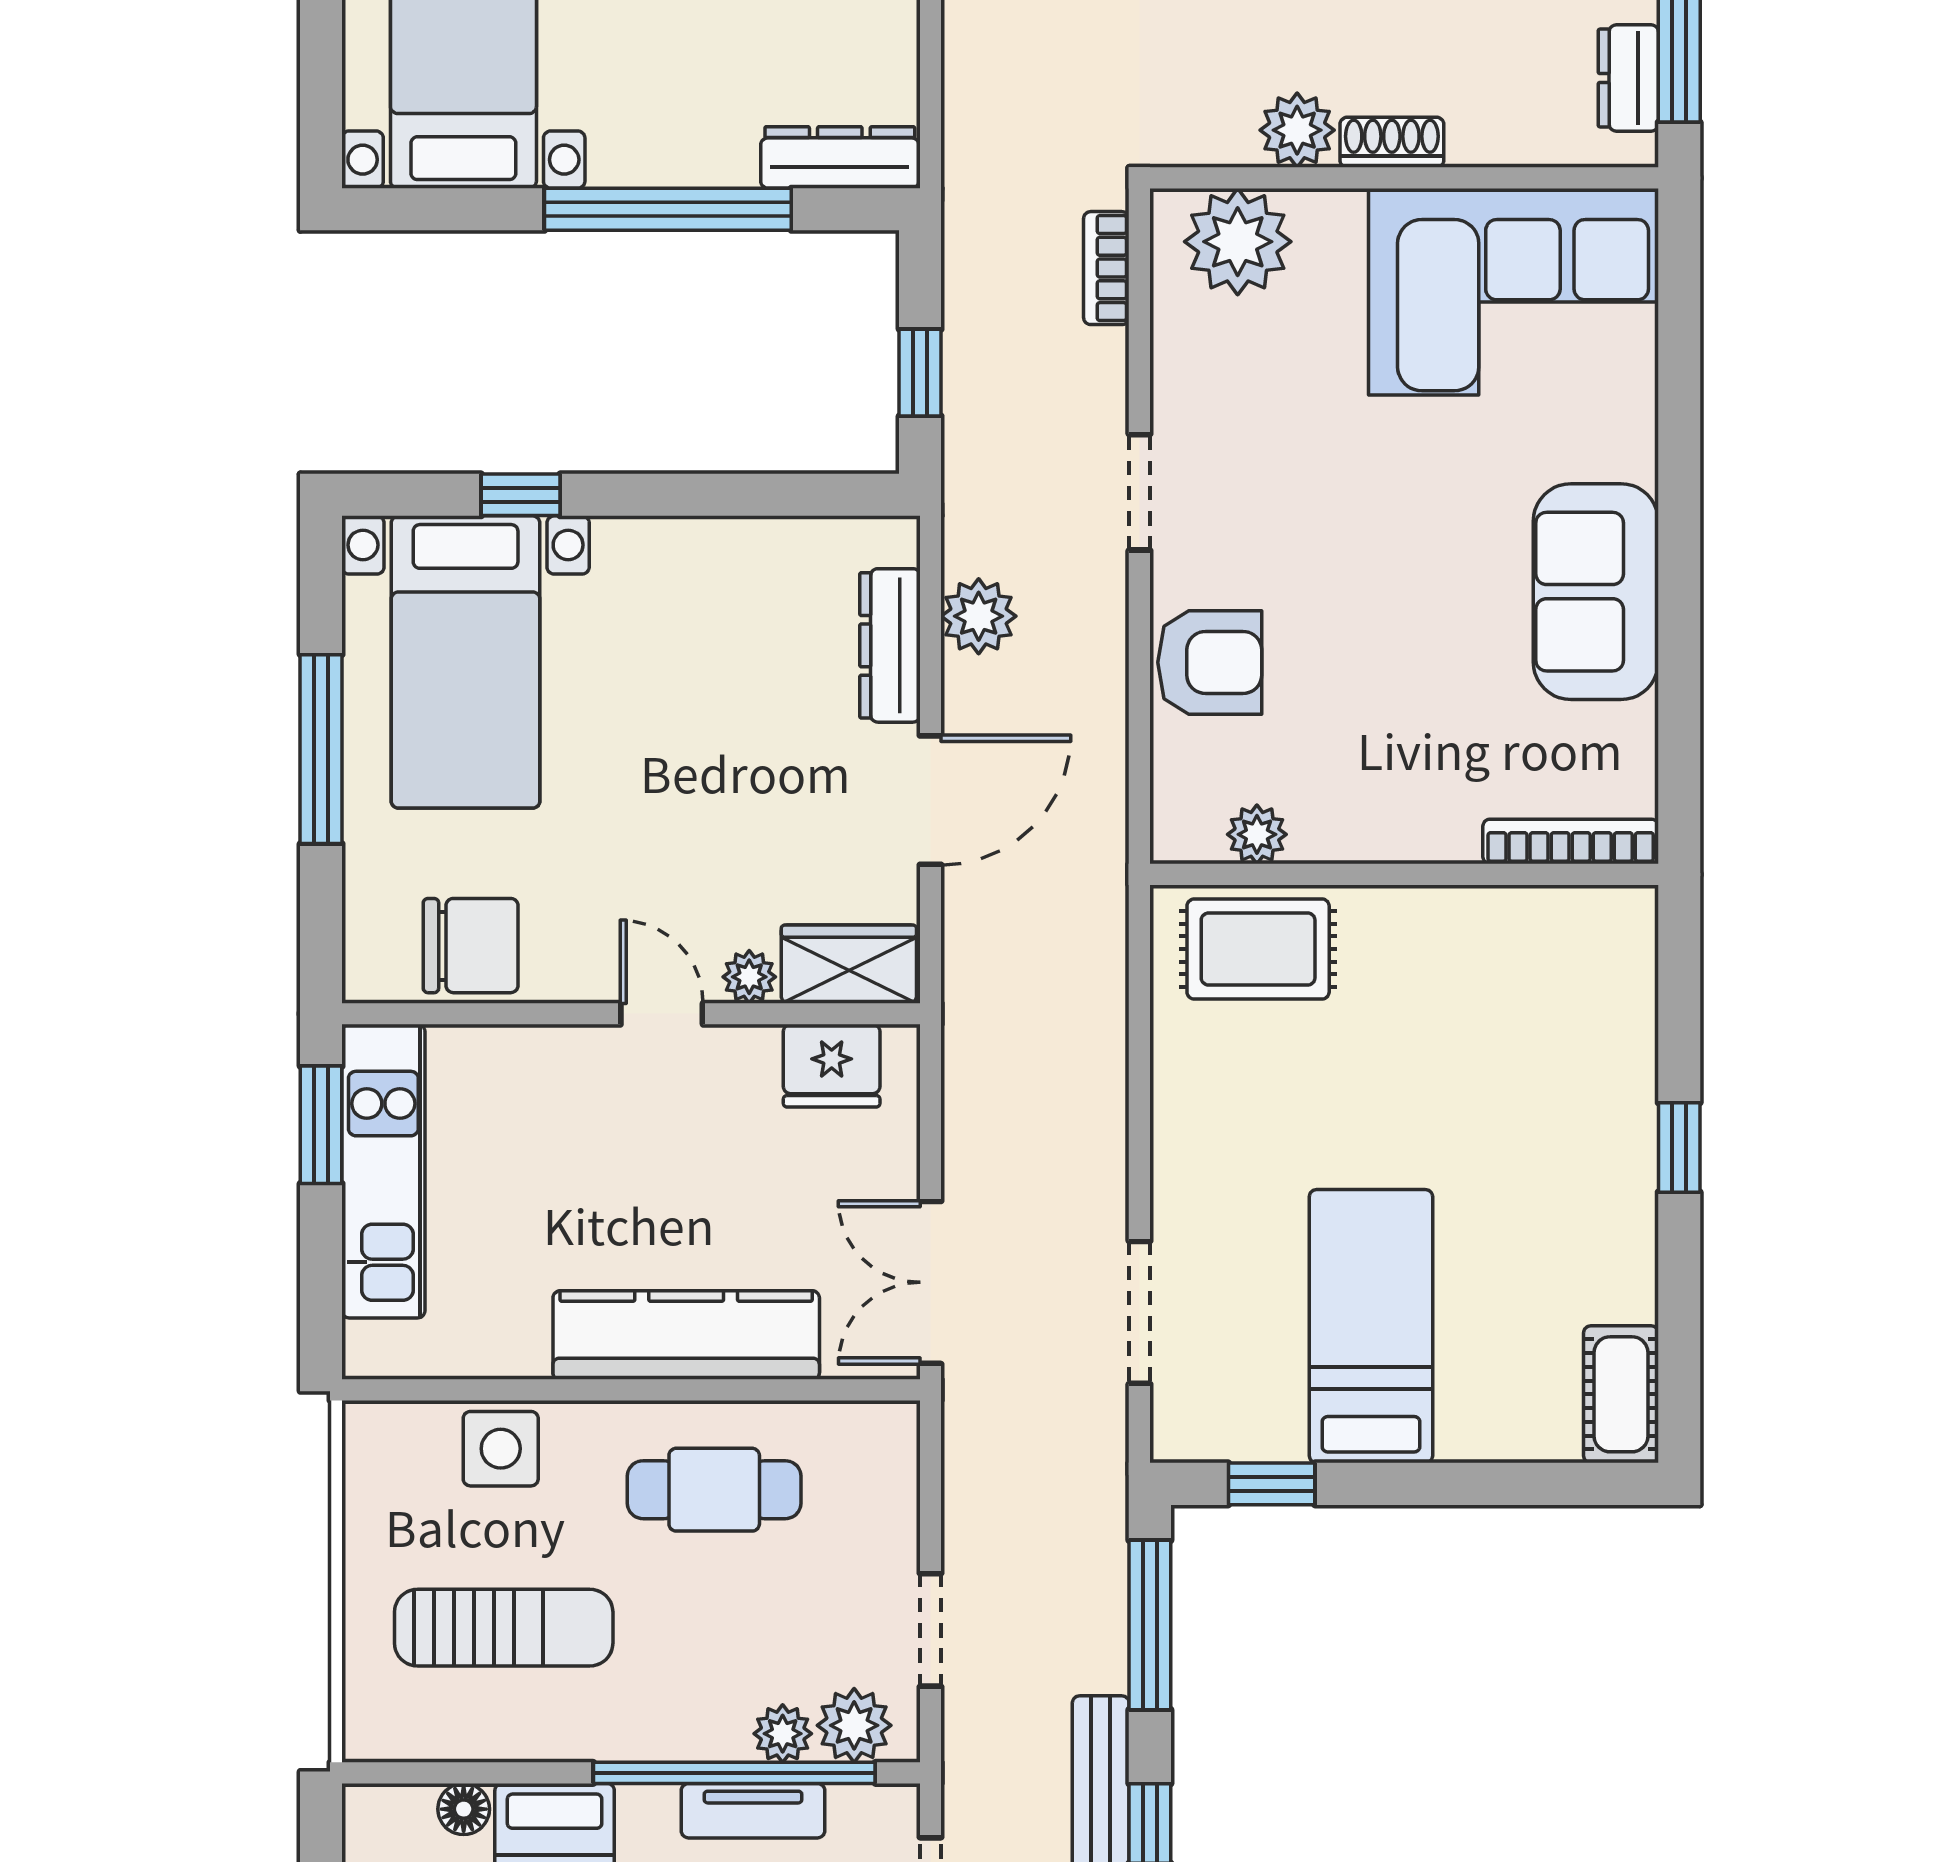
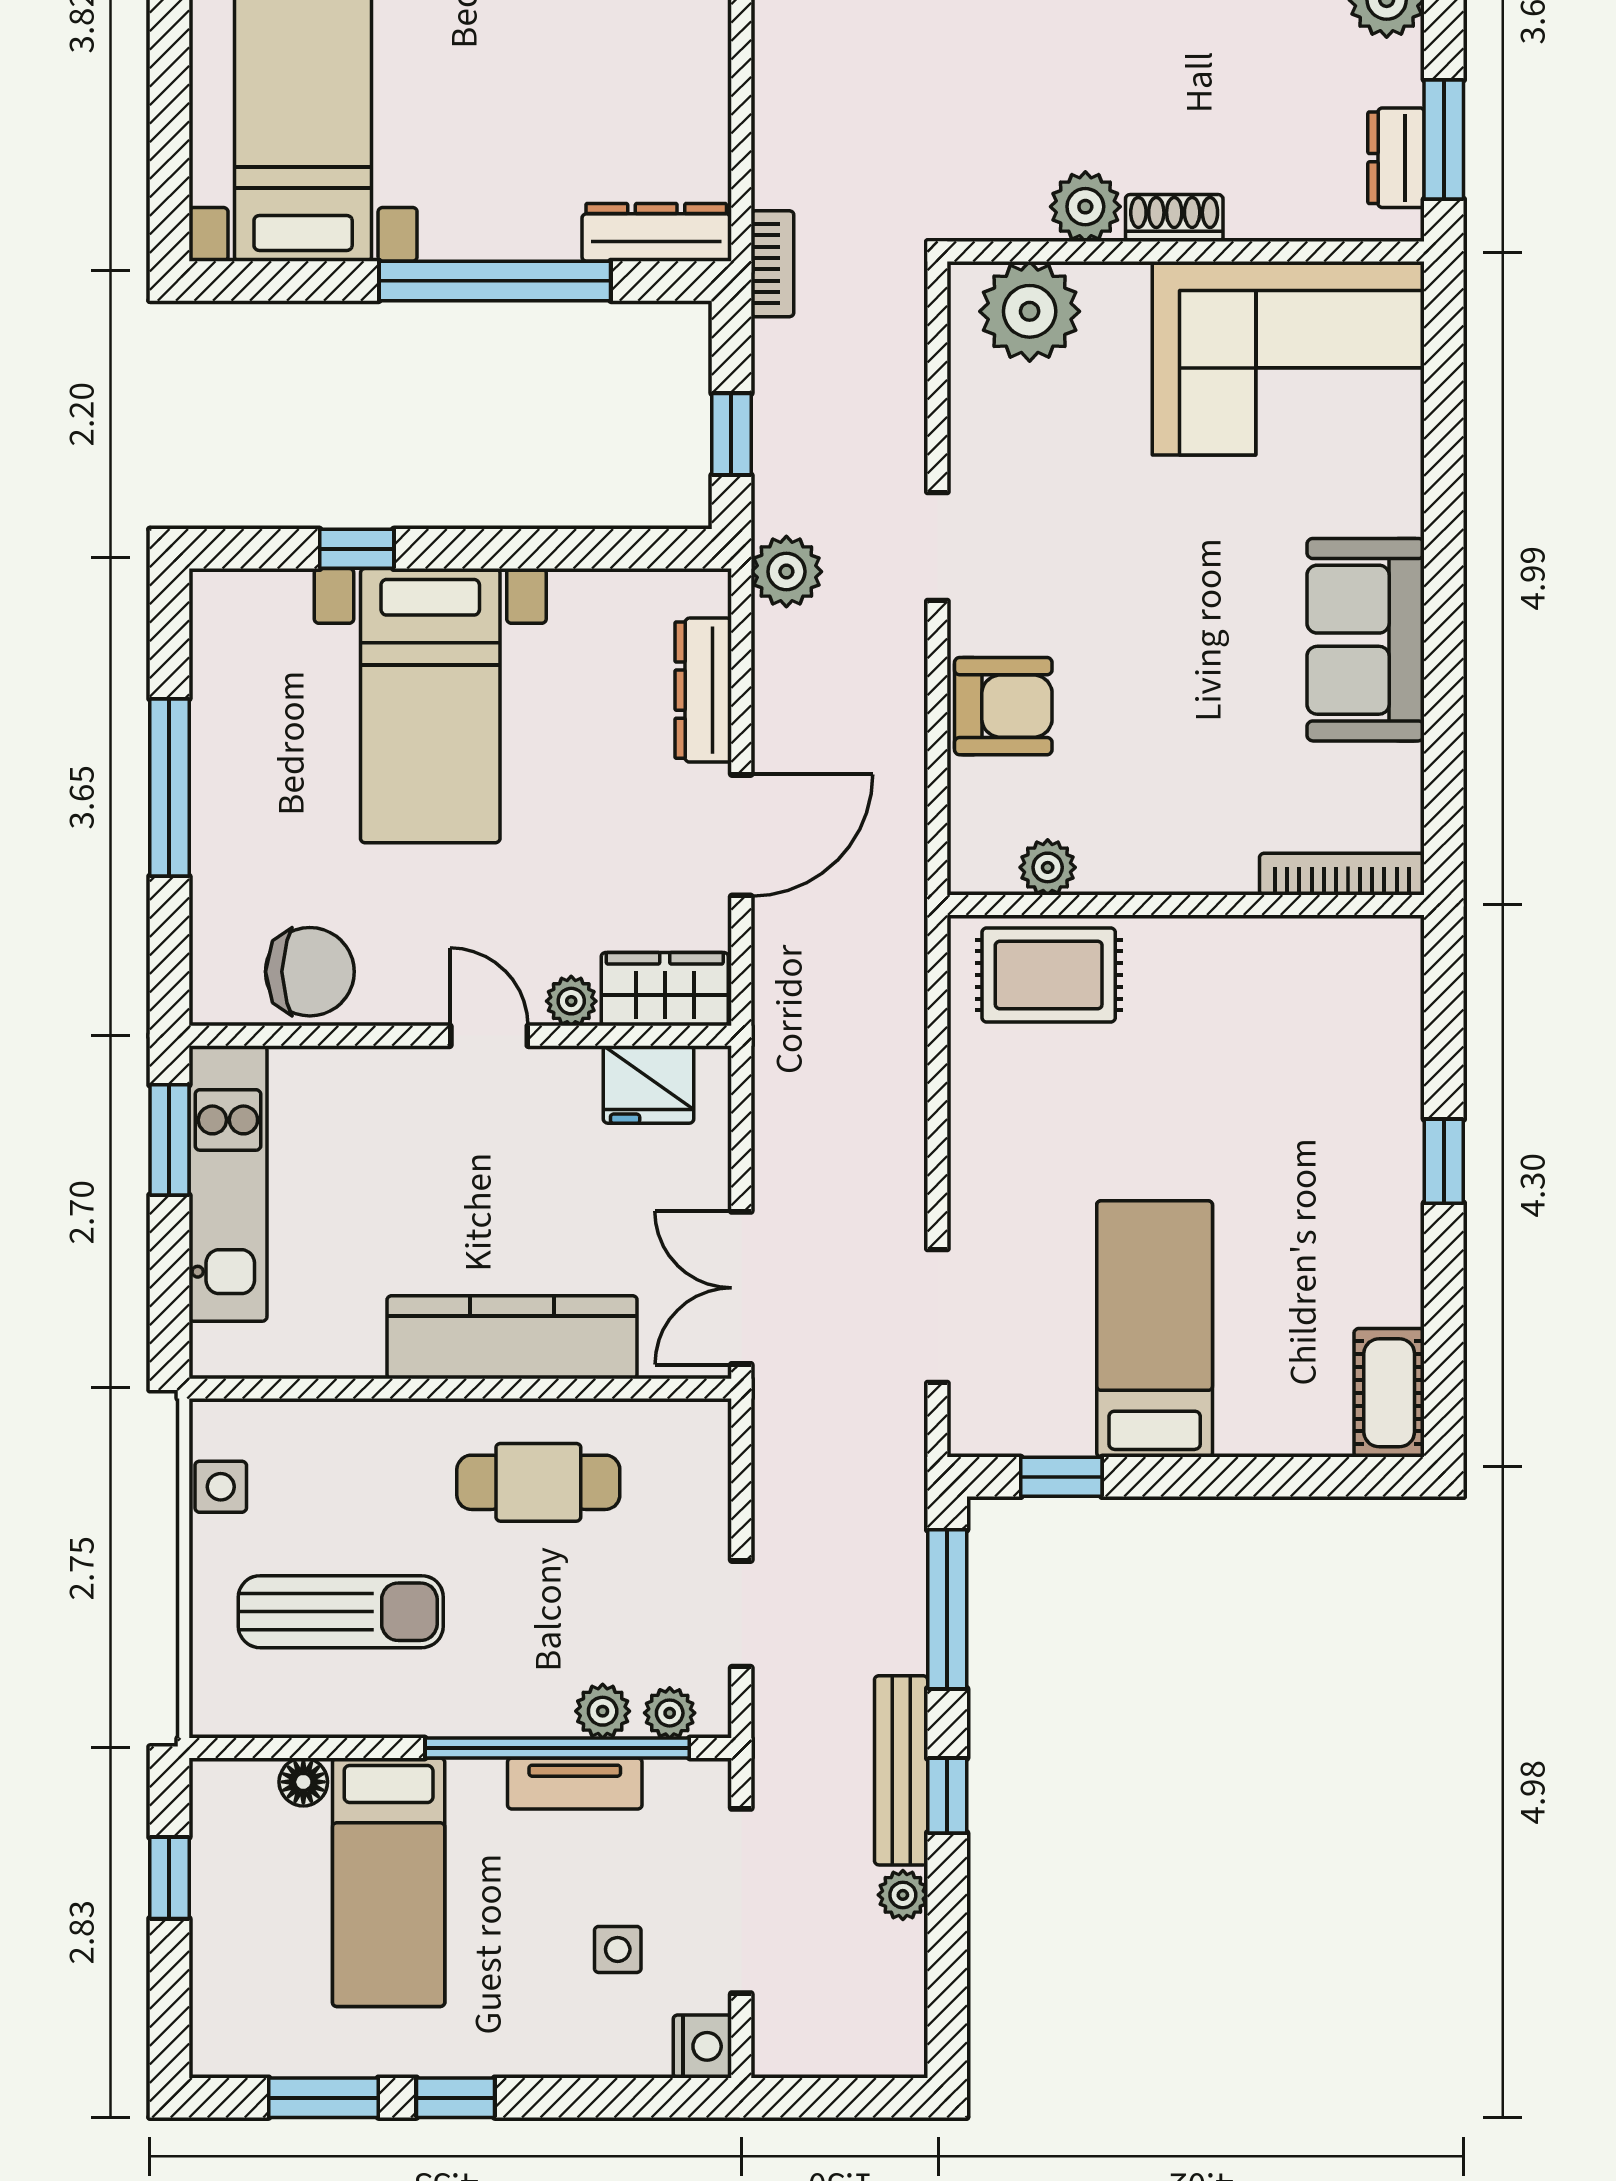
bookcase: (1106, 268) -> (772, 264), moved, turned 180
plant: (979, 616) -> (786, 572), moved
bed with nightstands: (466, 662) -> (430, 706), moved
side table: (501, 1449) -> (221, 1487), moved, width x0.73, depth x0.73
plant: (854, 1725) -> (670, 1713), width x0.73, depth x0.73

